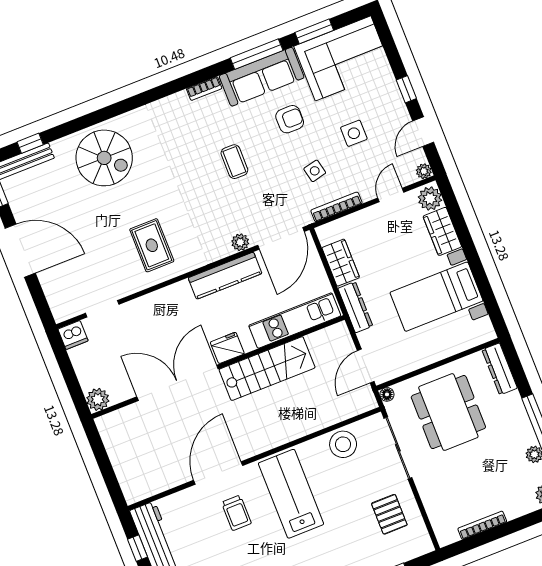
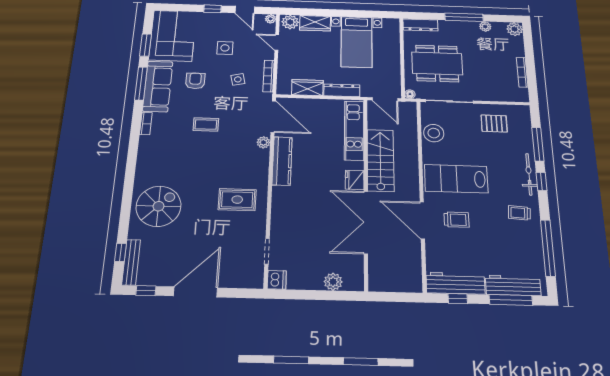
kitchen unit: (295, 321) -> (354, 130), moved
fridge: (227, 348) -> (355, 180), moved
wall: (218, 367) -> (366, 191), moved
stairs: (267, 369) -> (380, 160), moved
double door: (178, 383) -> (366, 222), moved

